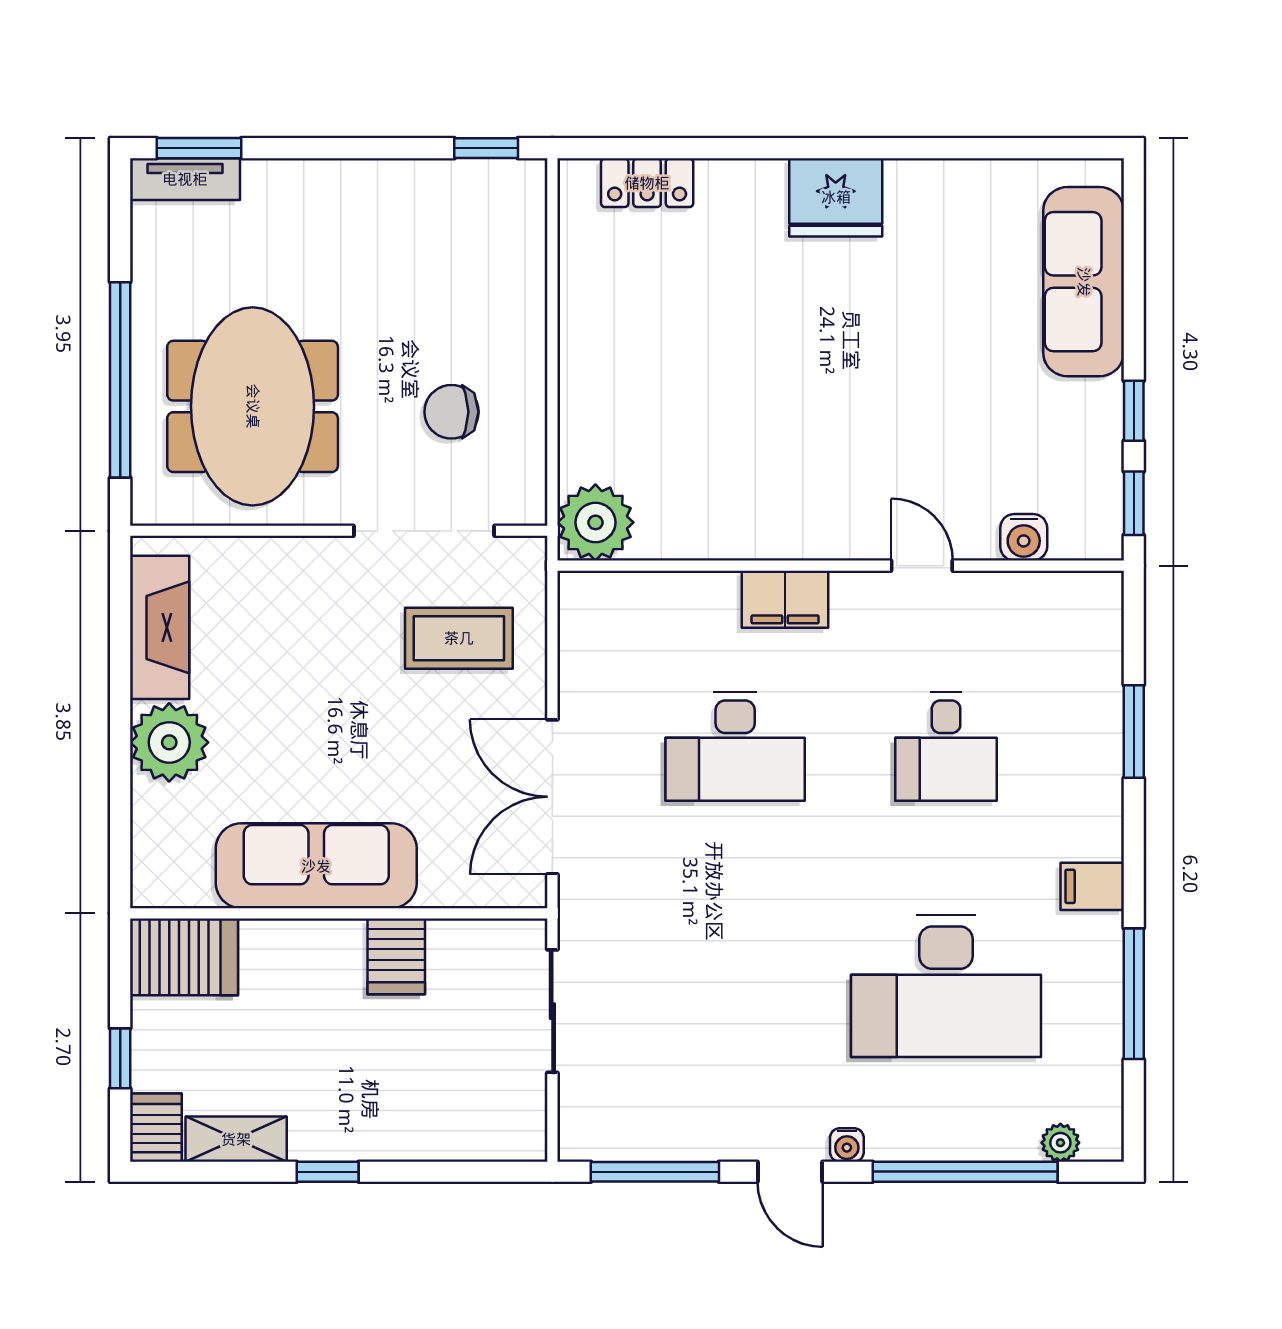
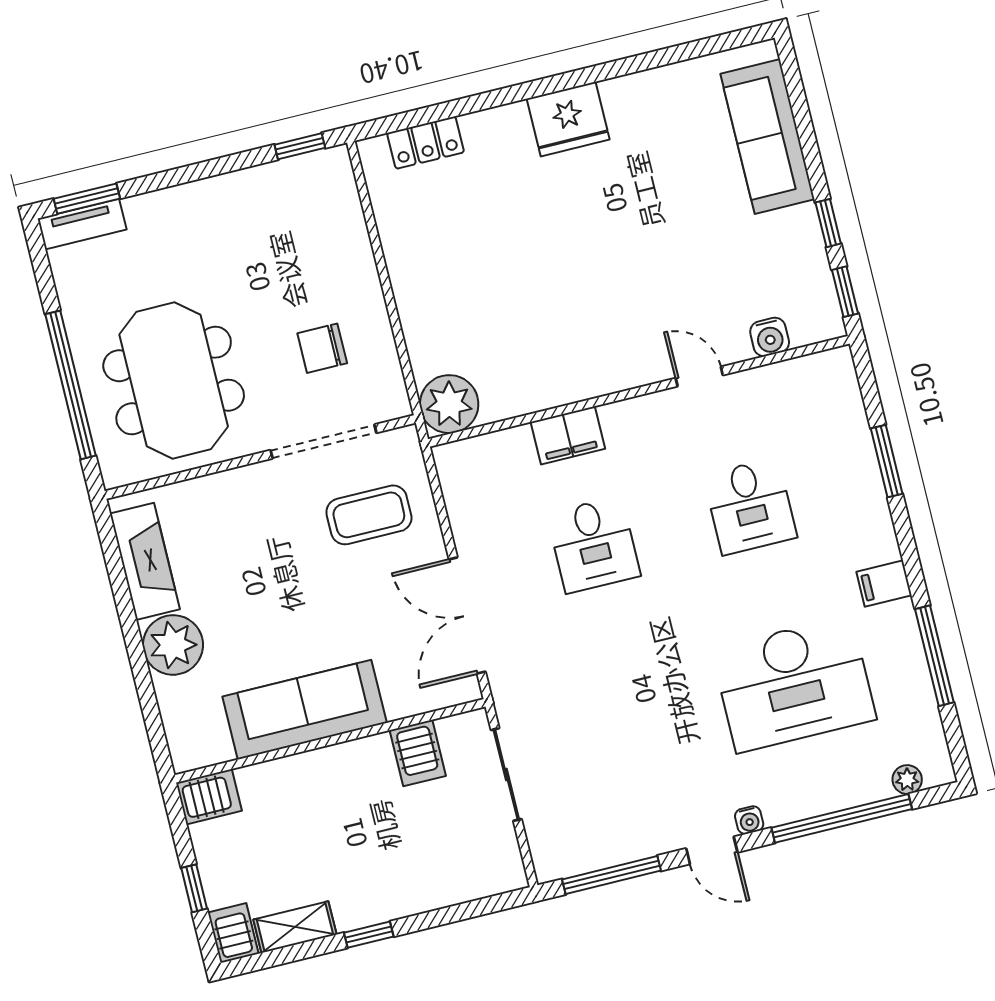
filing cabinet: (785, 599) -> (568, 435), moved
desk: (735, 746) -> (594, 545), width x0.73
server rack: (396, 956) -> (418, 753), moved
server rack: (184, 957) -> (209, 797), width x0.73, depth x0.70

